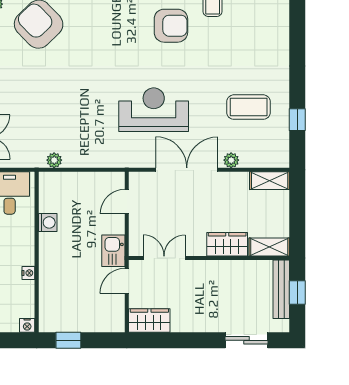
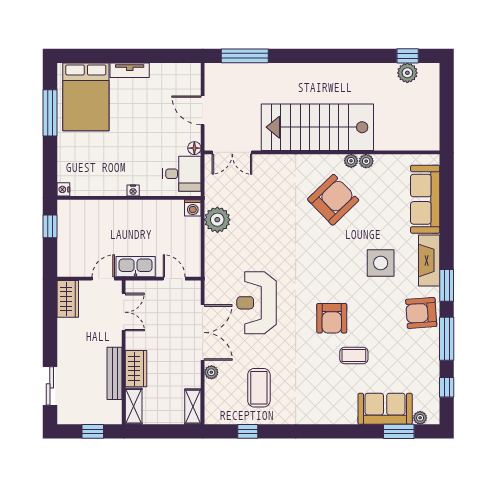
reception desk: (154, 110) -> (257, 303), turned 180
plant: (54, 160) -> (217, 220), width x1.88, depth x1.88
washing machine: (48, 222) -> (193, 208), moved
kitchen sink: (113, 251) -> (136, 267), width x1.38
nightstand: (28, 273) -> (133, 191), moved
door: (127, 281) -> (103, 279), hinge flipped
bench: (281, 289) -> (115, 373), moved, turned 90

